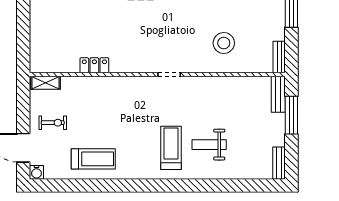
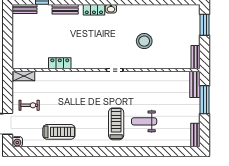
stool: (224, 43) -> (144, 41), moved

